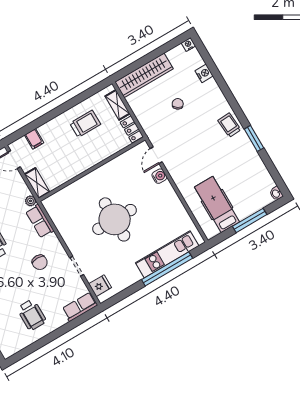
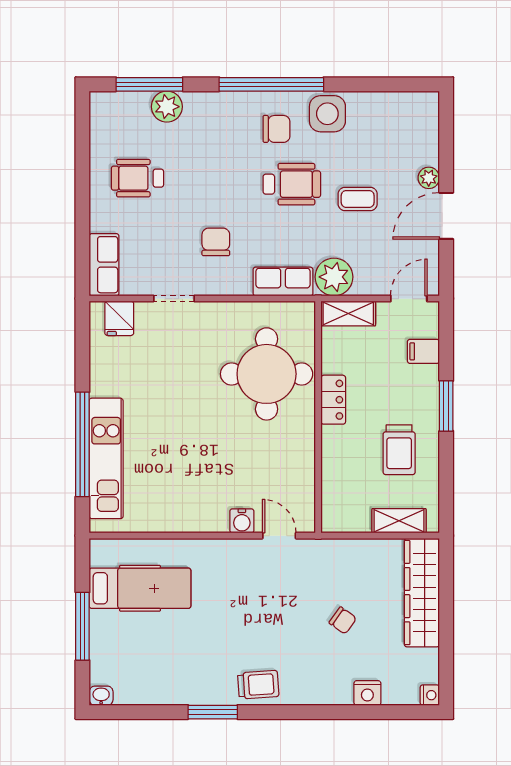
window: (53, 114) -> (446, 406), added
locker: (132, 129) -> (333, 400), moved, turned 90
plant: (31, 201) -> (334, 277), width x1.88, depth x1.88
round table: (115, 219) -> (267, 374), moved
chair: (40, 262) -> (216, 242), turned 90

